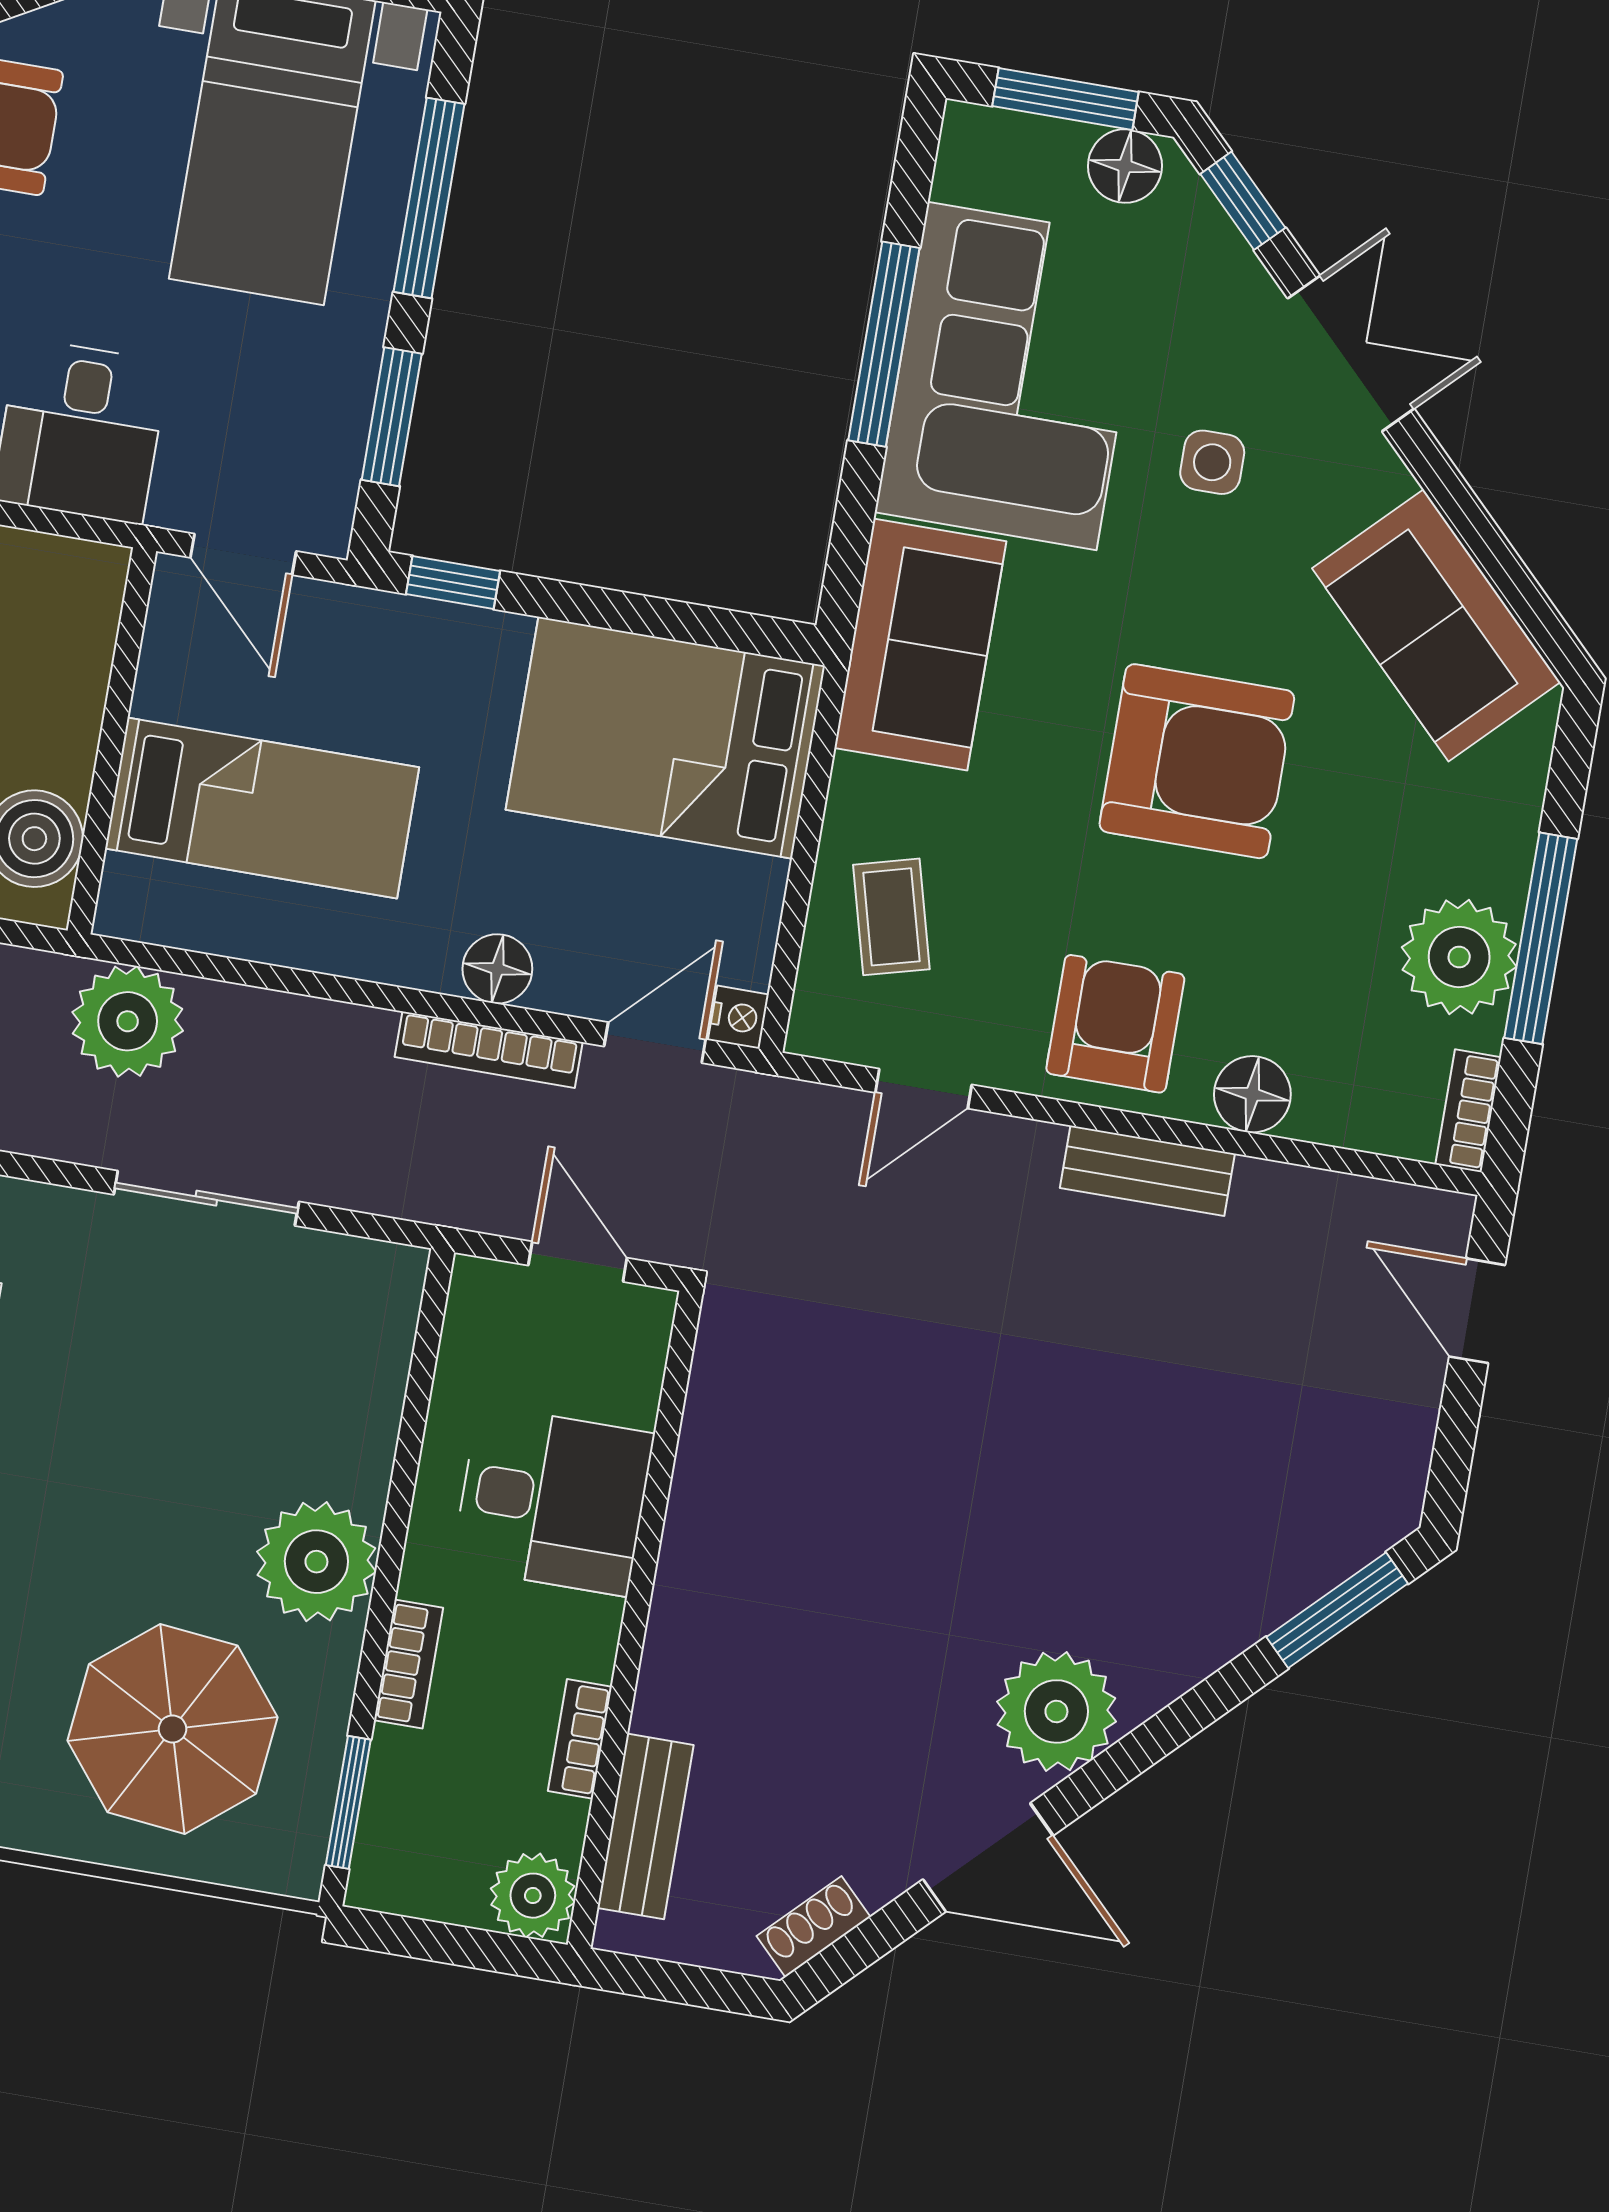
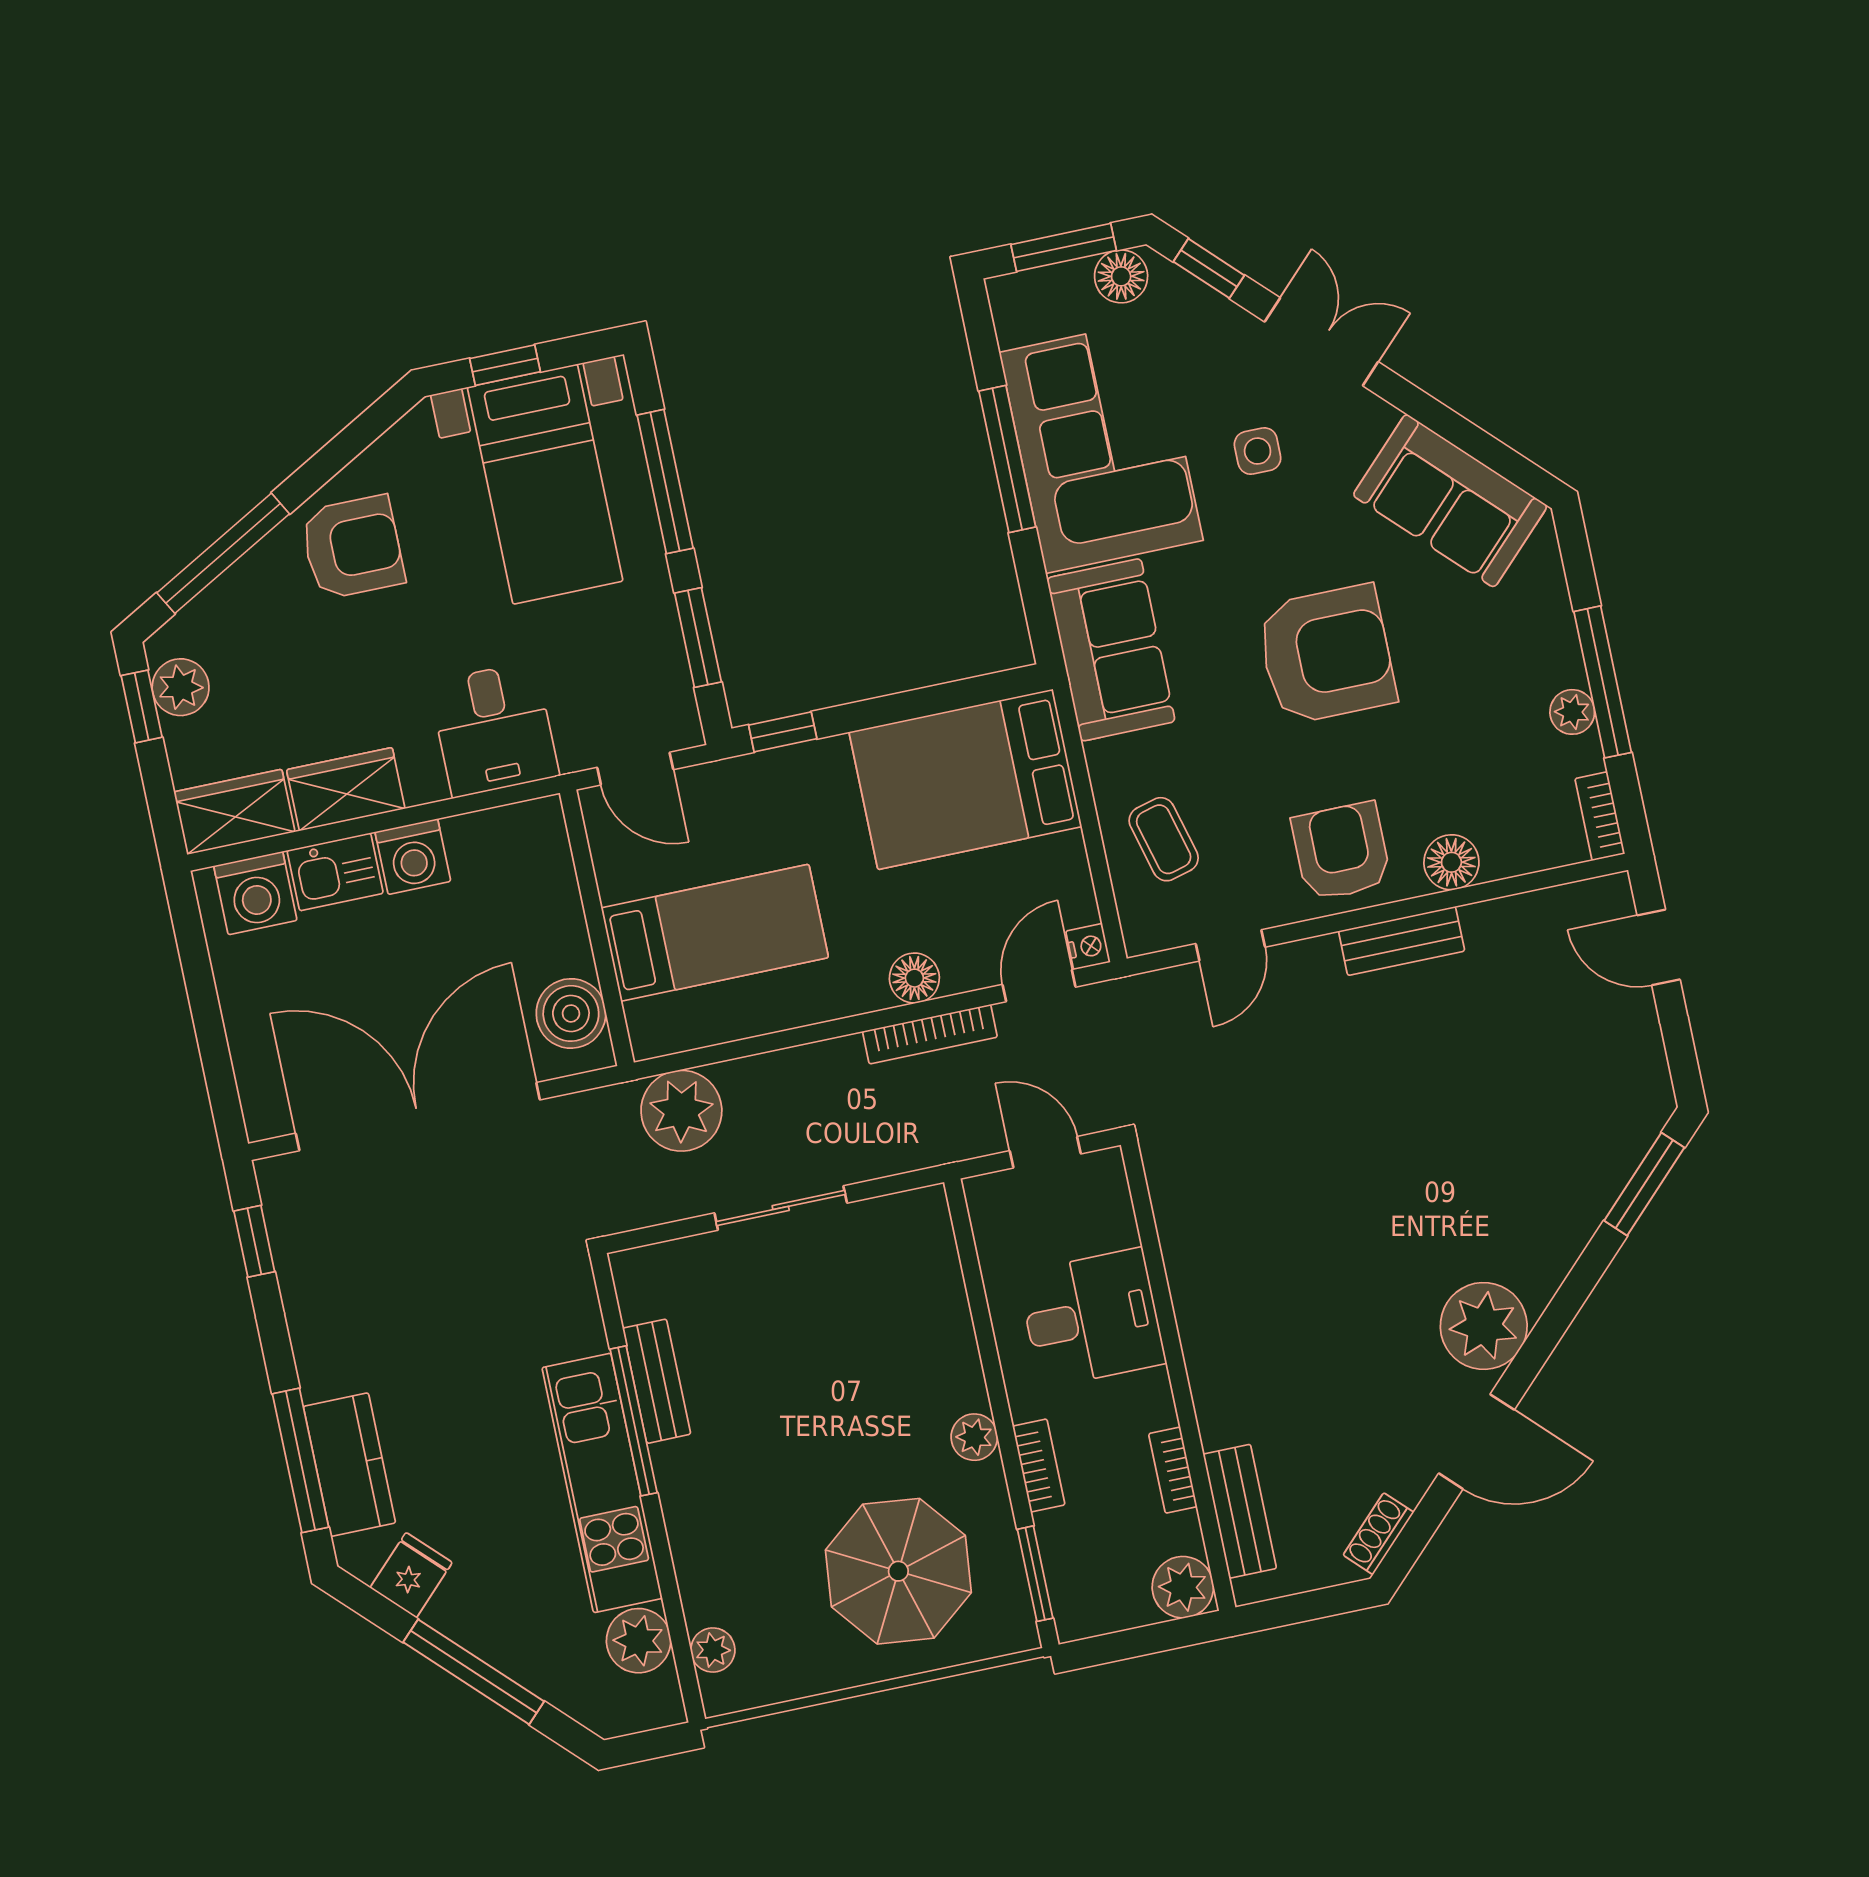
plant: (1459, 957) -> (1572, 712), width x0.53, depth x0.53
plant: (316, 1562) -> (974, 1437), width x0.53, depth x0.53

